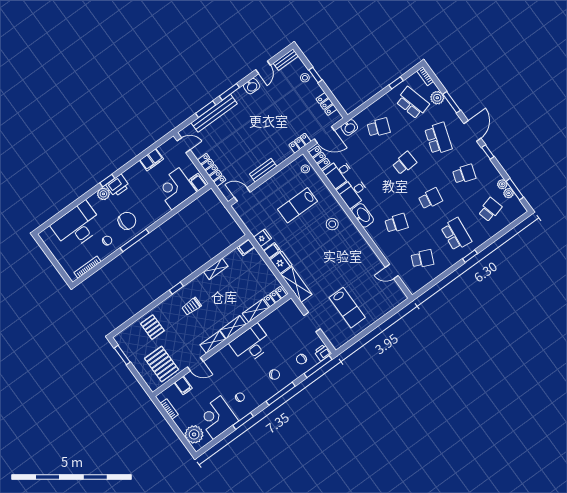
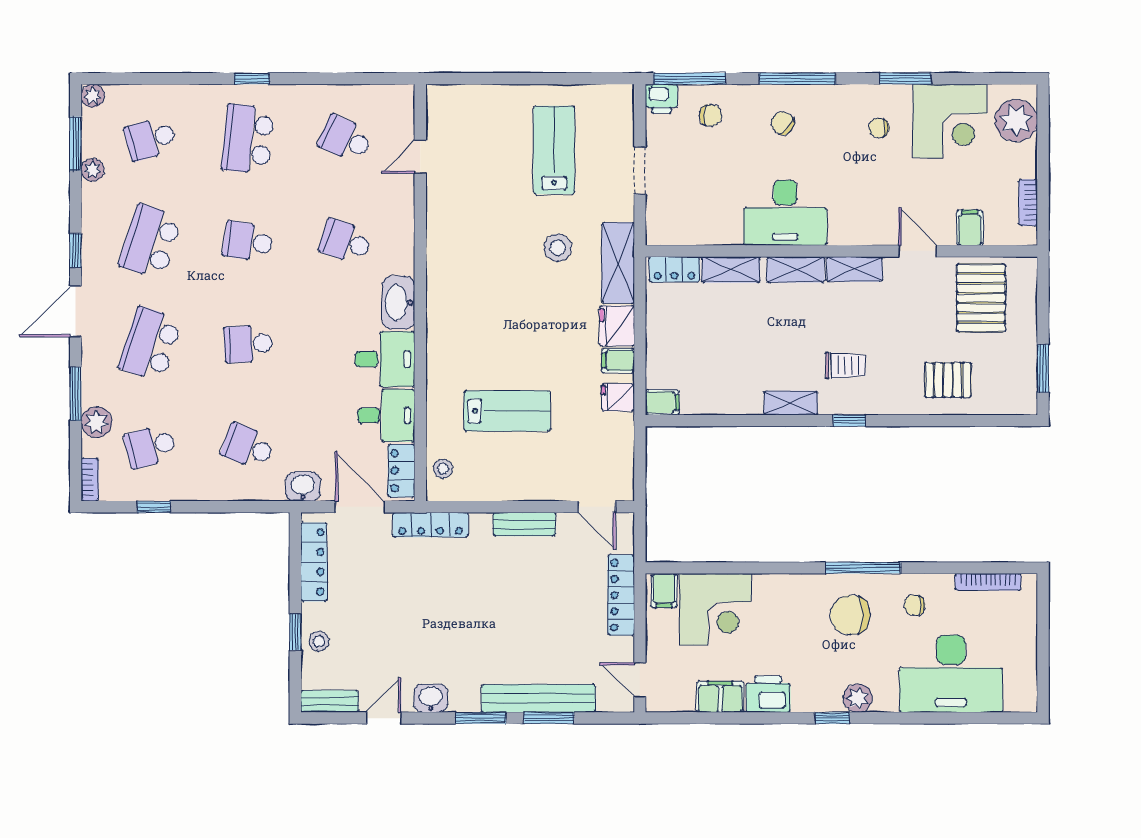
school desk: (412, 103) -> (150, 446), width x0.54
locker: (327, 104) -> (314, 562), width x1.53
locker: (300, 143) -> (431, 525), width x1.53
school desk: (464, 174) -> (150, 241), width x1.85
printer: (118, 186) -> (768, 694), moved
plant: (509, 193) -> (93, 96), moved
stool: (332, 224) -> (558, 248), moved
shelving: (216, 269) -> (791, 403), moved
door: (392, 271) -> (420, 157), swing flipped
pallet: (152, 327) -> (948, 380), turned 90

